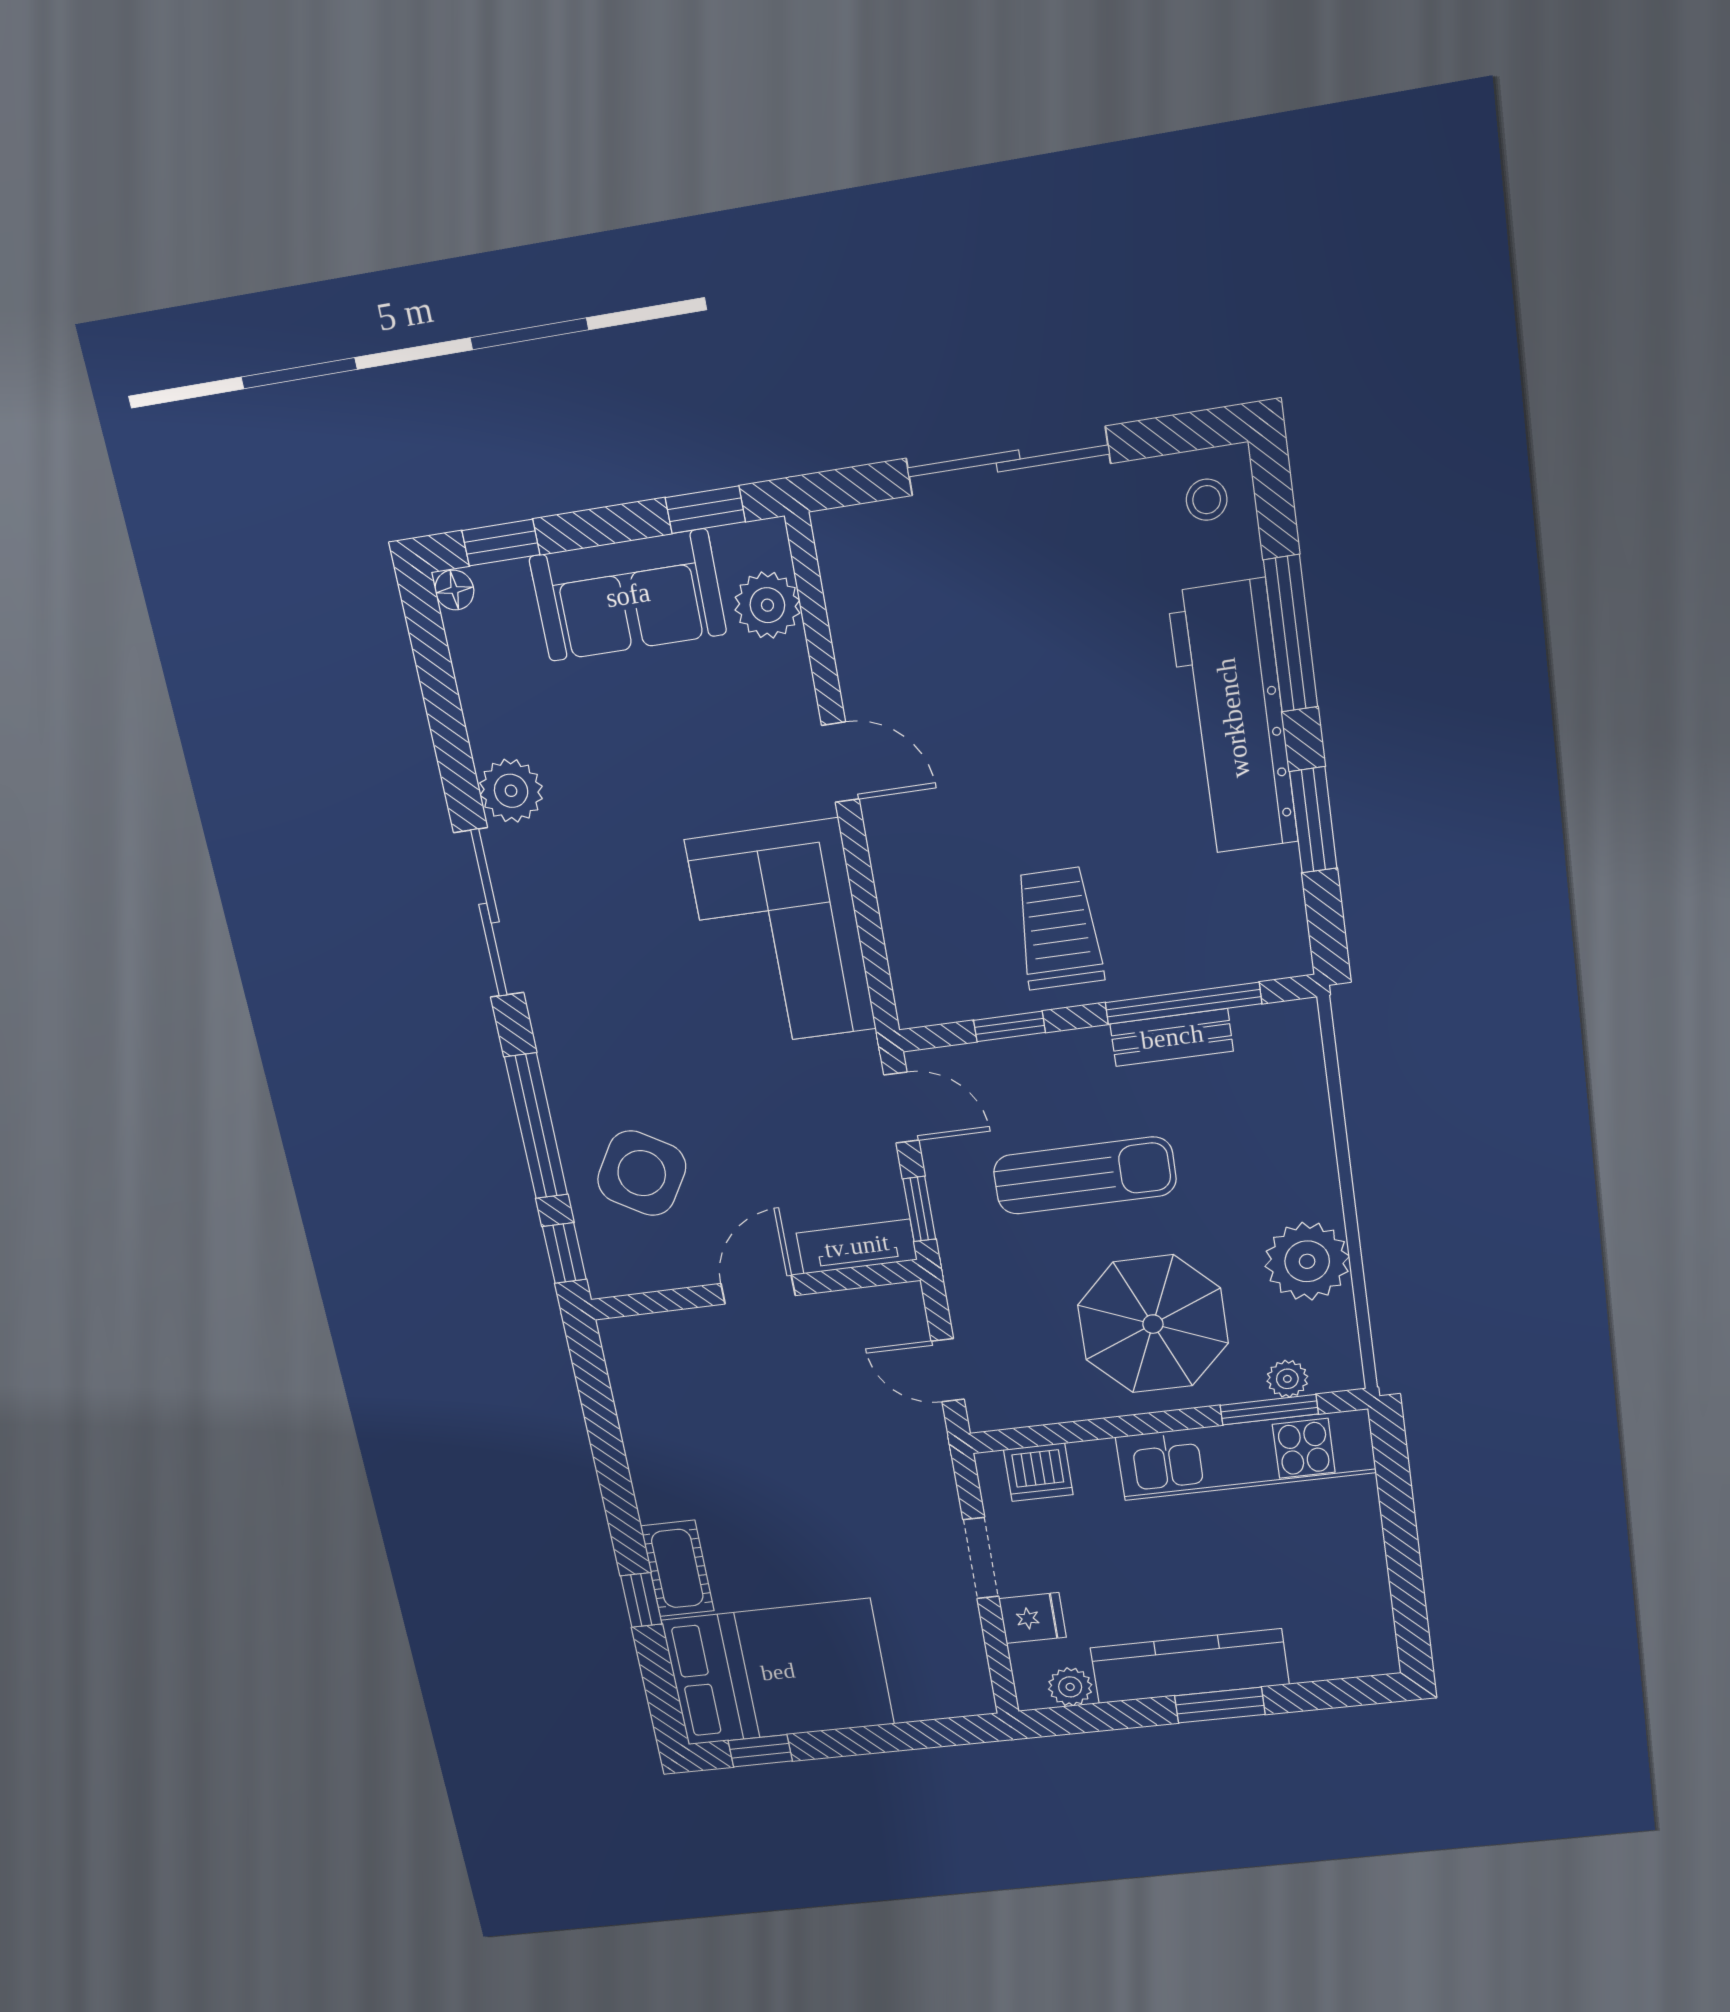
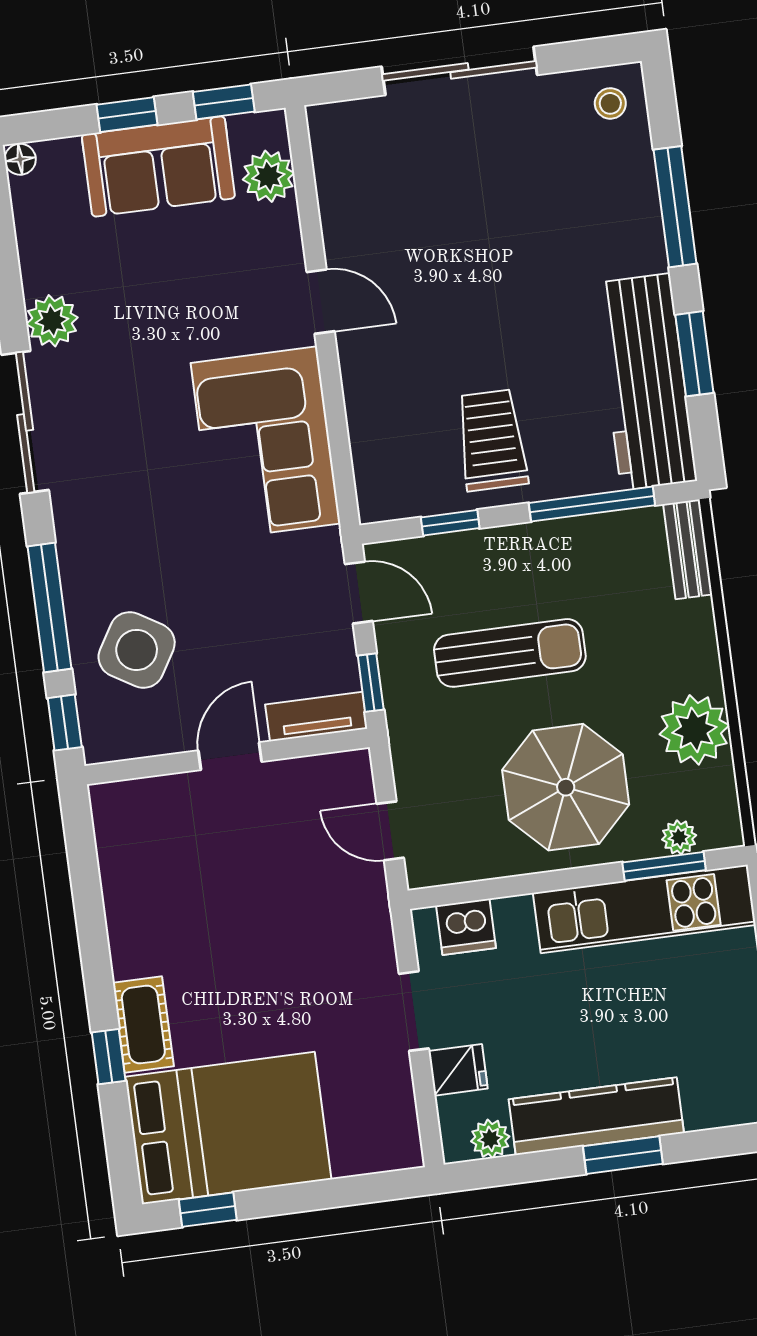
window: (501, 543) -> (127, 115), moved
workbench: (1233, 718) -> (646, 382), moved
bench: (1172, 1037) -> (688, 549), moved, turned 90

